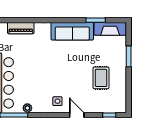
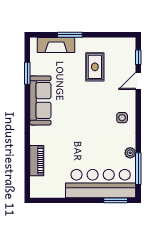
fireplace: (110, 29) -> (56, 45), moved, turned 90
rug: (101, 78) -> (95, 67), turned 90
door: (77, 115) -> (138, 81), moved

